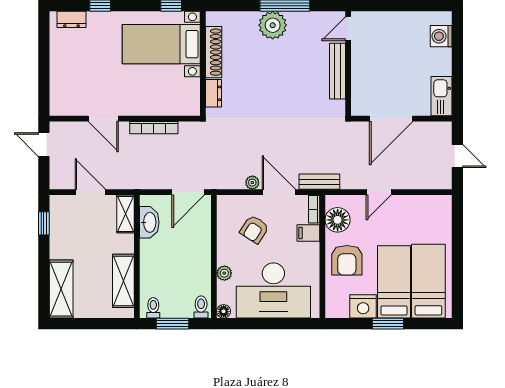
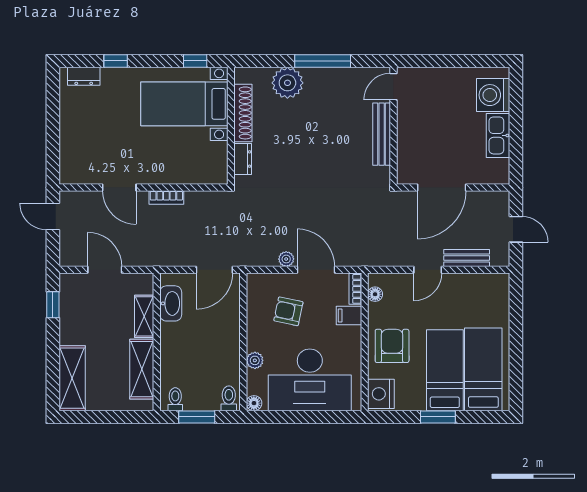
plant: (273, 25) -> (287, 83), moved
washing machine: (441, 36) -> (493, 95), width x1.37, depth x1.37
kitchen sink: (441, 96) -> (498, 135), moved
bookcase: (154, 128) -> (166, 197), width x0.64
bench: (319, 182) -> (467, 258), moved
shelving: (125, 214) -> (144, 316), moved
floor lamp: (338, 220) -> (375, 294), width x0.53, depth x0.53
armchair: (254, 229) -> (288, 311), turned 69
armchair: (347, 260) -> (392, 346), turned 180
nightstand: (363, 306) -> (381, 394), moved, turned 90

